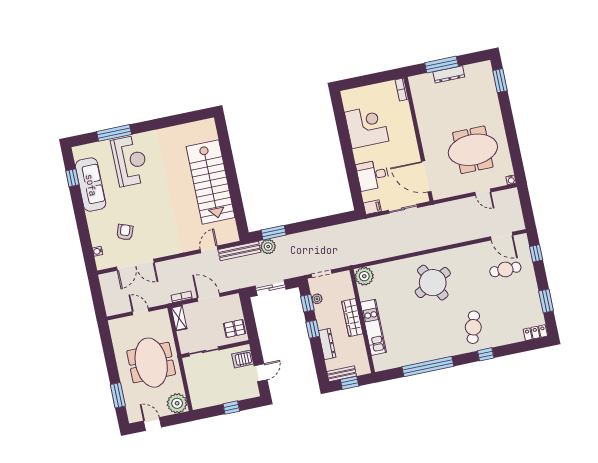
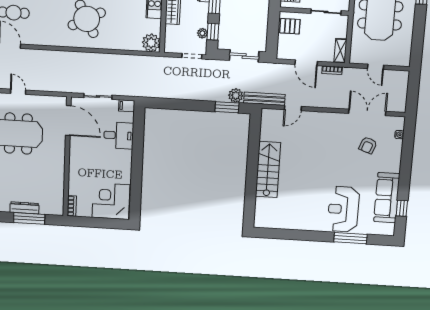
corner desk: (367, 127) -> (111, 201), moved, turned 90
stairs: (210, 182) -> (268, 170), width x0.73, depth x0.66

